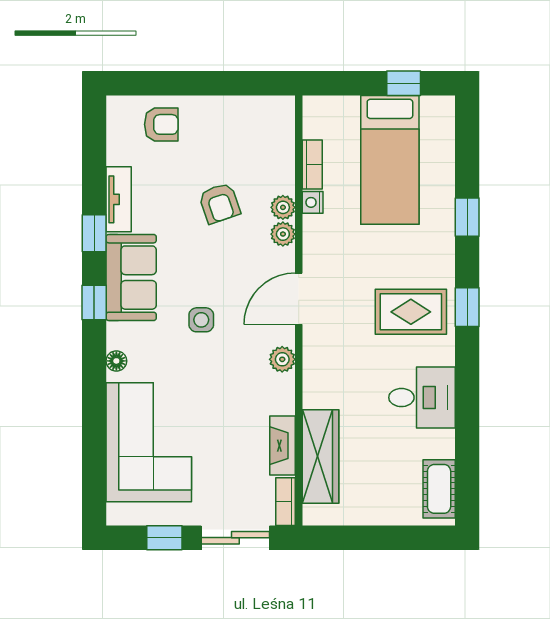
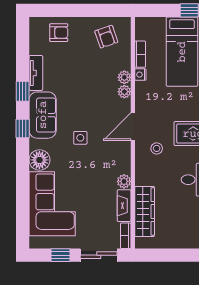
armchair: (219, 203) -> (106, 37), moved
stool: (343, 339) -> (157, 148), added
plant: (282, 359) -> (124, 181), moved
floor lamp: (116, 361) -> (39, 160), width x1.89, depth x1.89

